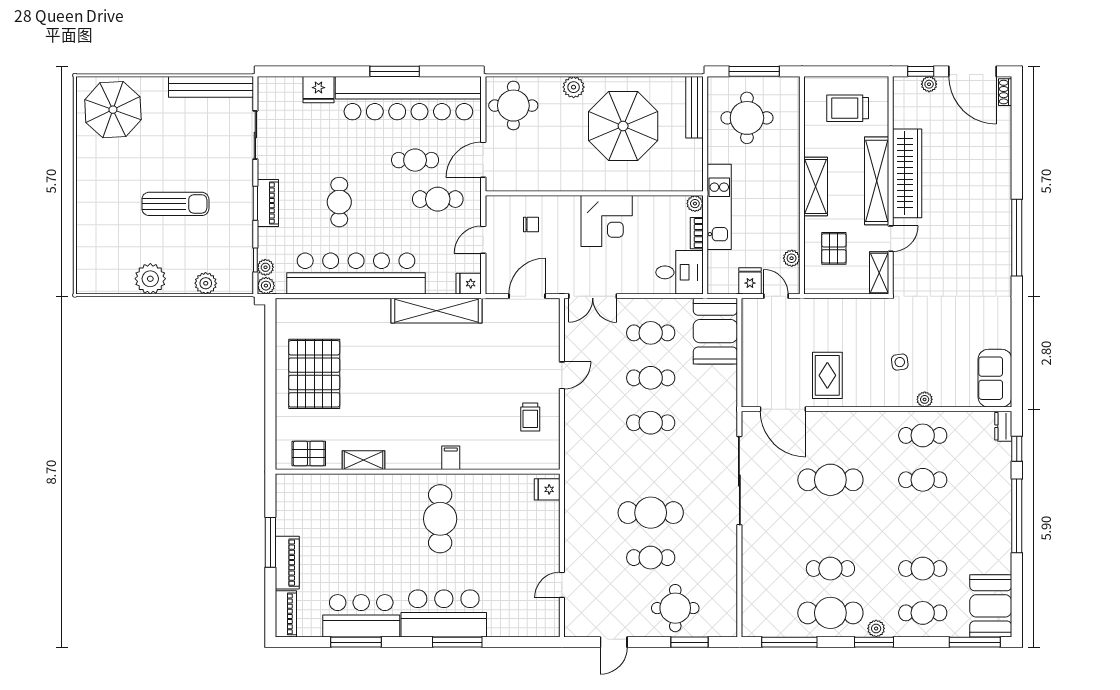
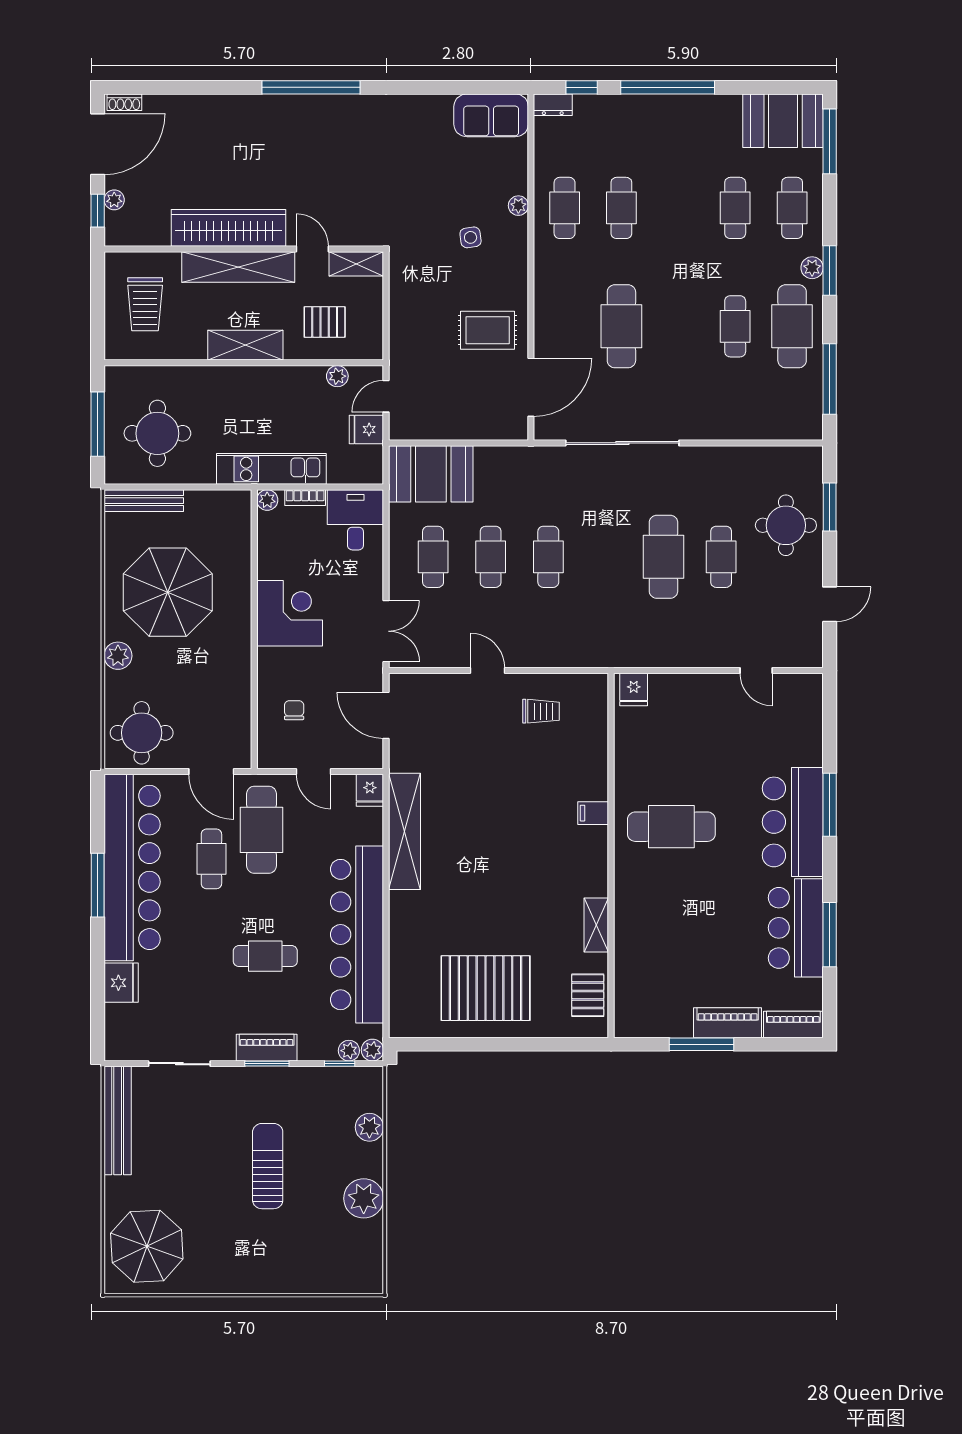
cafe table: (438, 199) -> (262, 830), width x1.37, depth x1.35
door: (614, 642) -> (830, 604), hinge flipped

